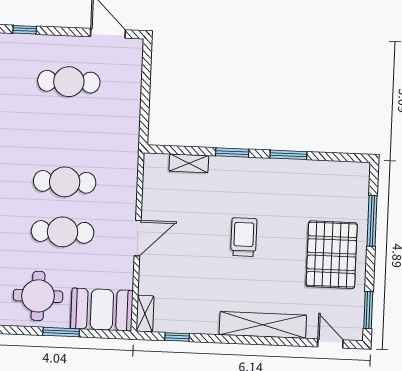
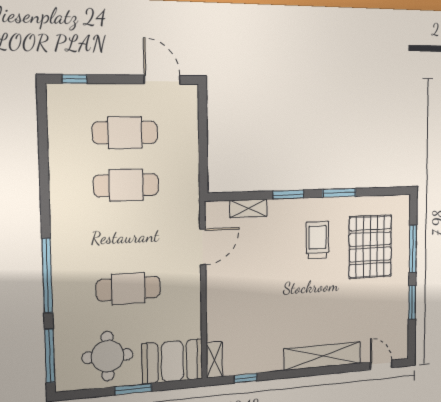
cafe table: (65, 182) -> (126, 185), moved
trolley: (244, 237) -> (318, 240), moved
door: (138, 238) -> (203, 247), moved
pallet: (332, 255) -> (370, 247), moved
window: (368, 310) -> (412, 302), moved

